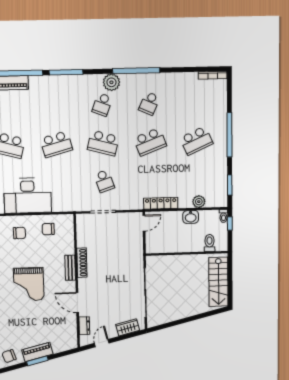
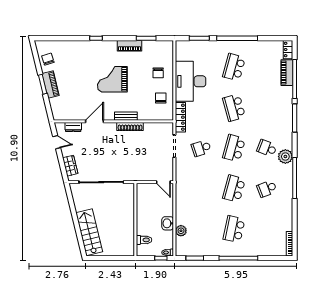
school desk: (149, 103) -> (267, 189), turned -45
school desk: (196, 141) -> (234, 229), turned 36
school desk: (150, 142) -> (234, 189), turned 36
locker: (161, 203) -> (180, 117), moved
stairs: (218, 282) -> (89, 232), moved, turned 76

